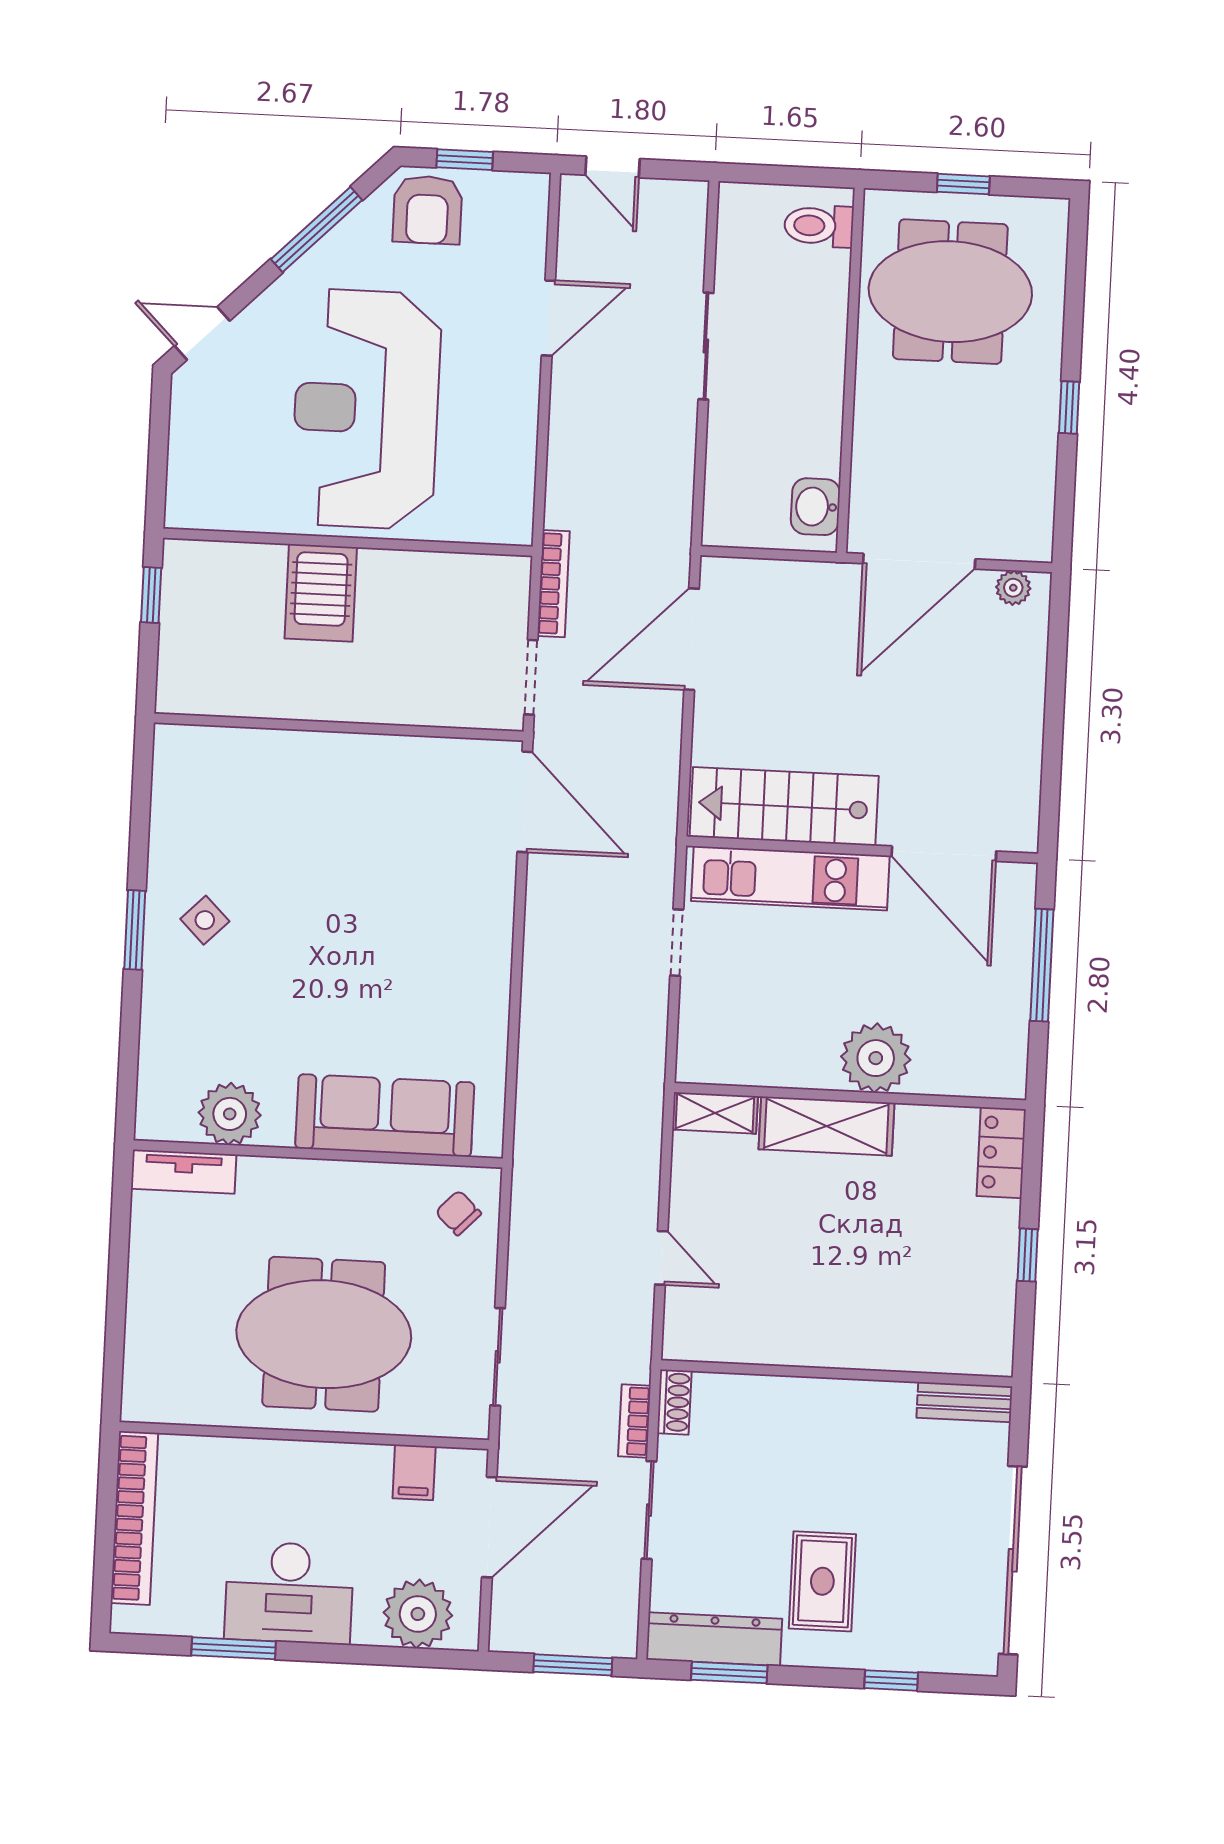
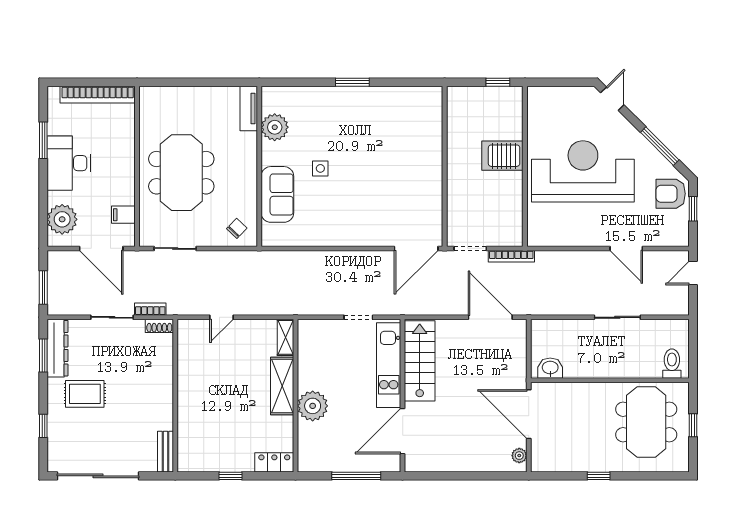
side table: (205, 920) -> (320, 168), moved, turned 45
sofa: (385, 1115) -> (277, 194), width x0.73

